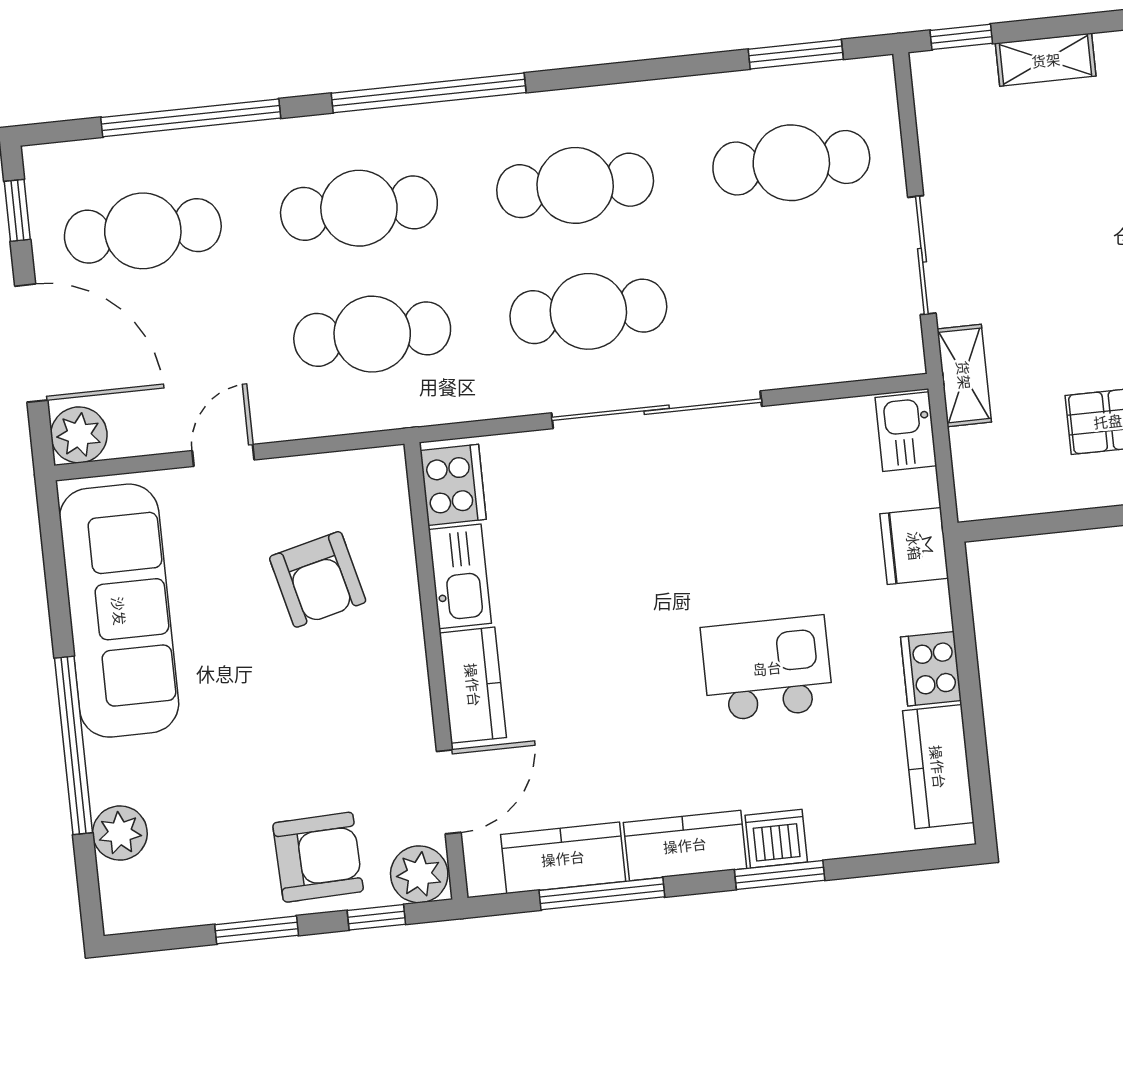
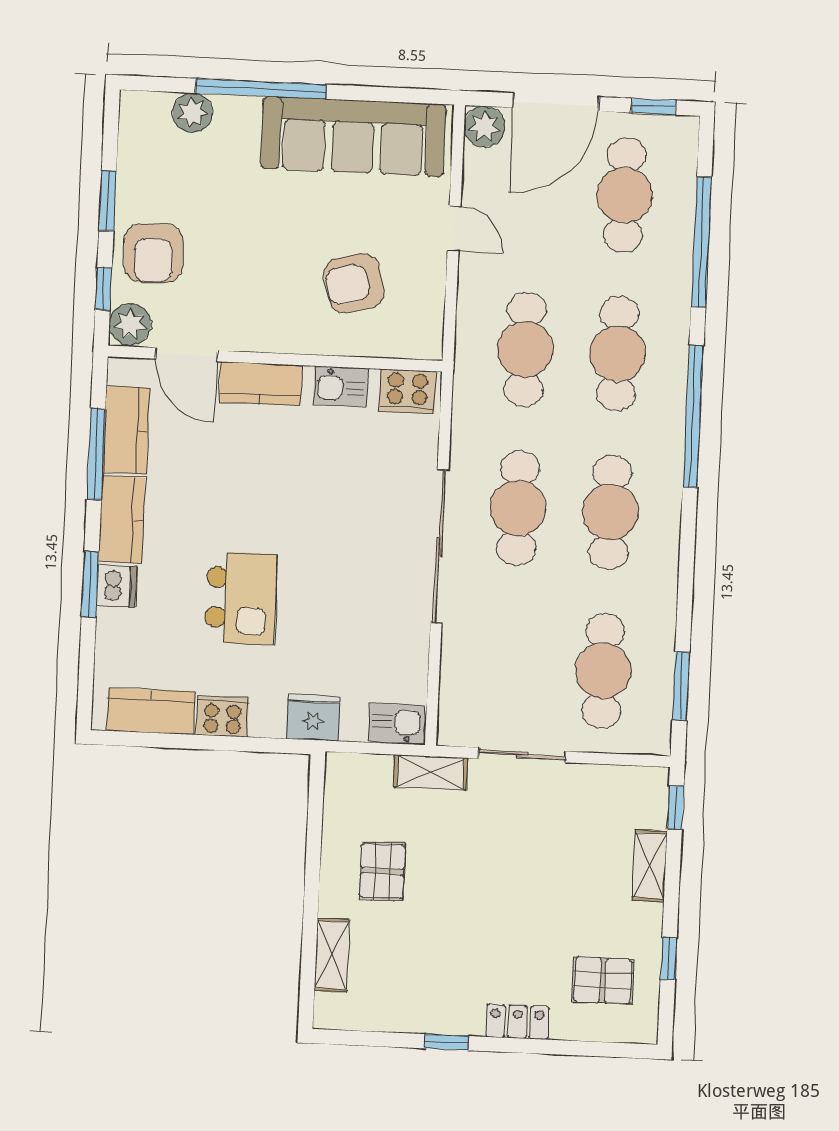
kitchen sink: (460, 576) -> (341, 386), width x0.73

